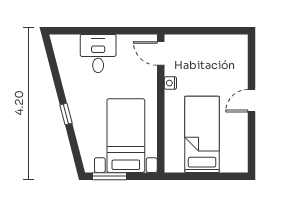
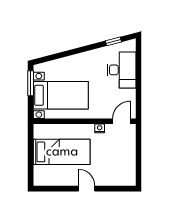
desk: (98, 53) -> (122, 70), width x1.37
window: (66, 114) -> (113, 41), moved

